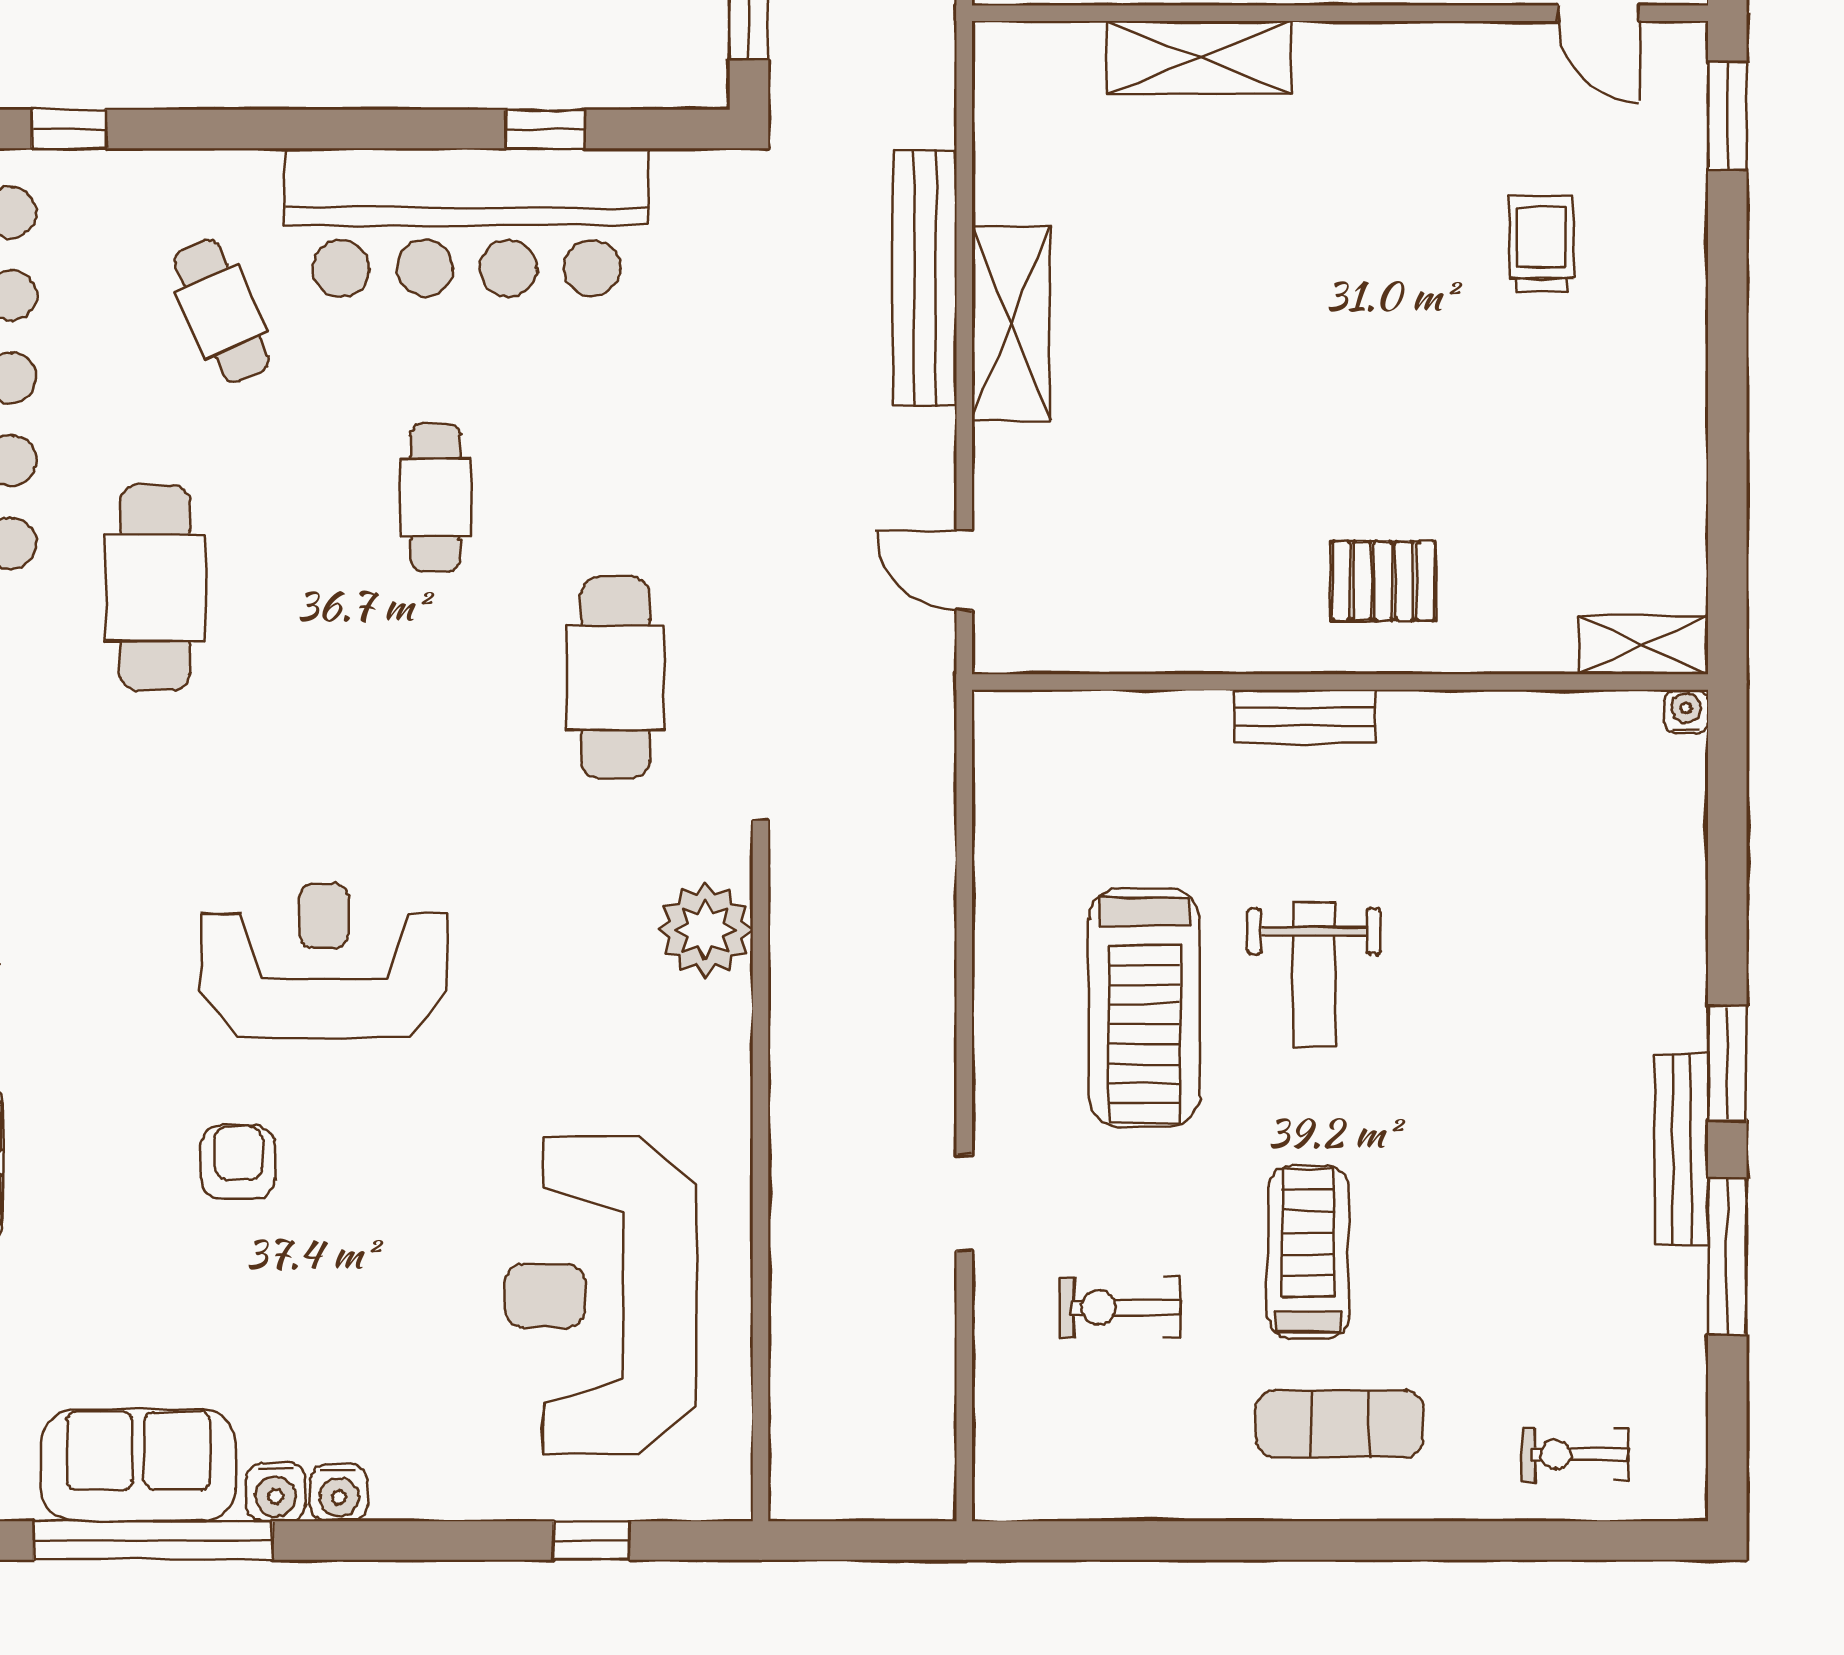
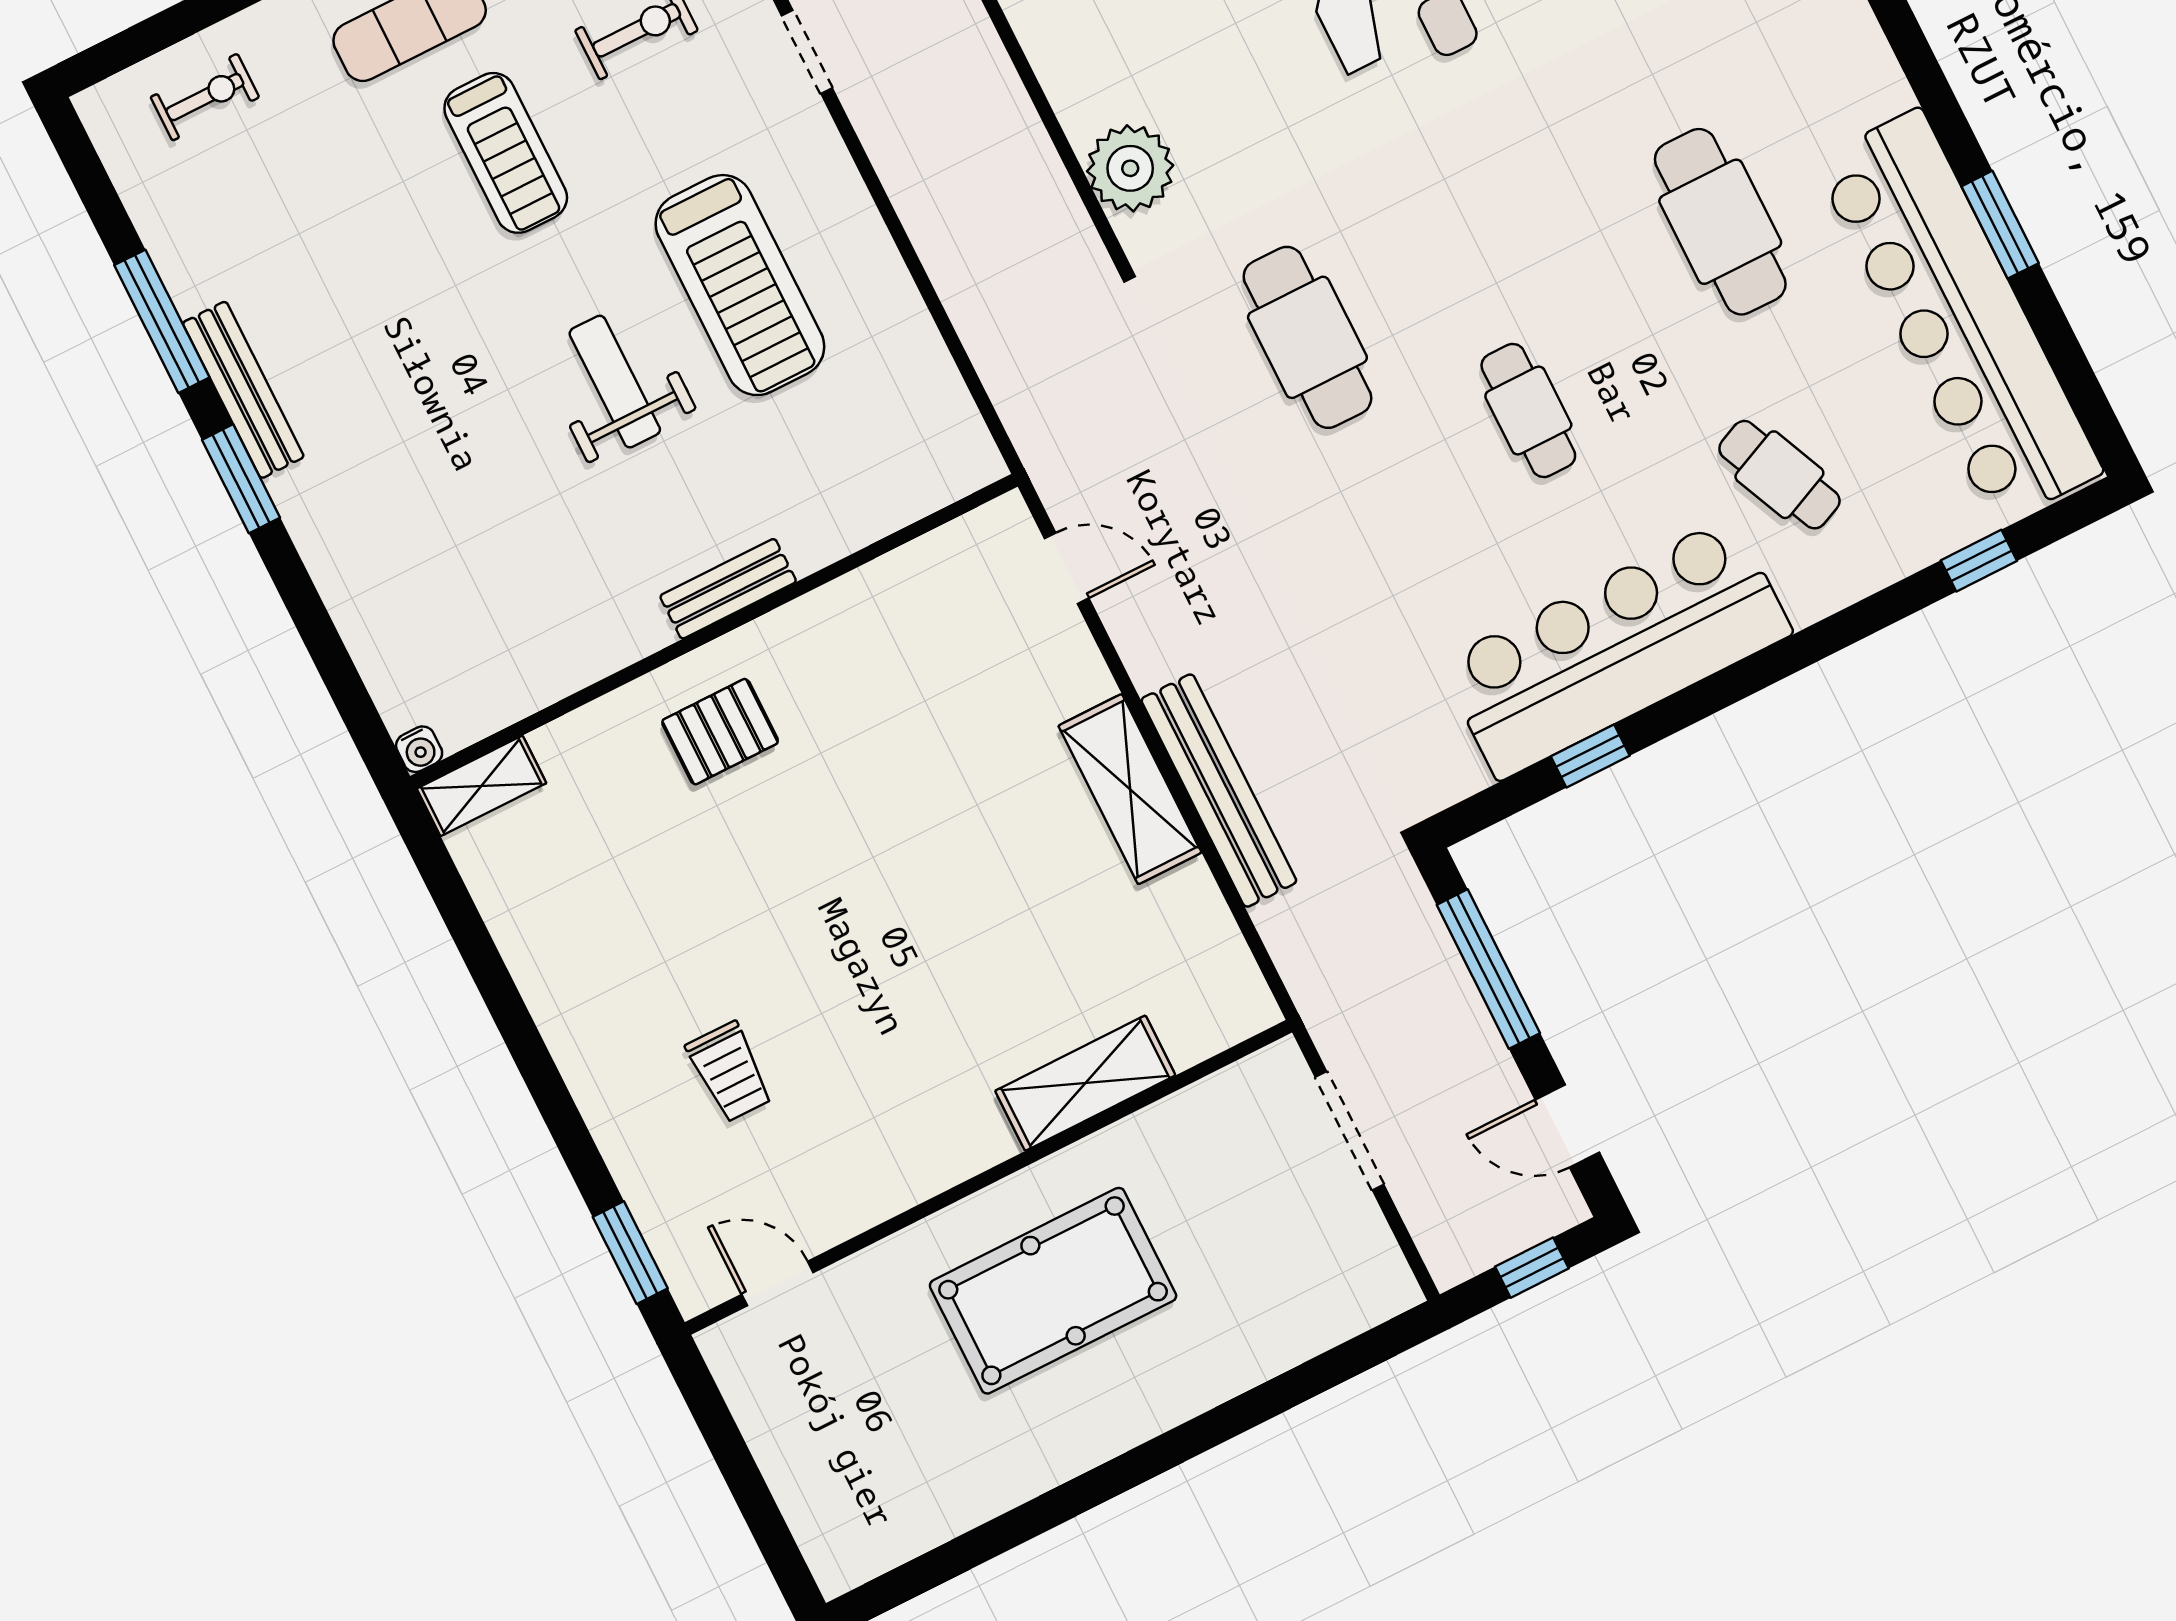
treadmill: (1144, 1008) -> (740, 285), turned 180

